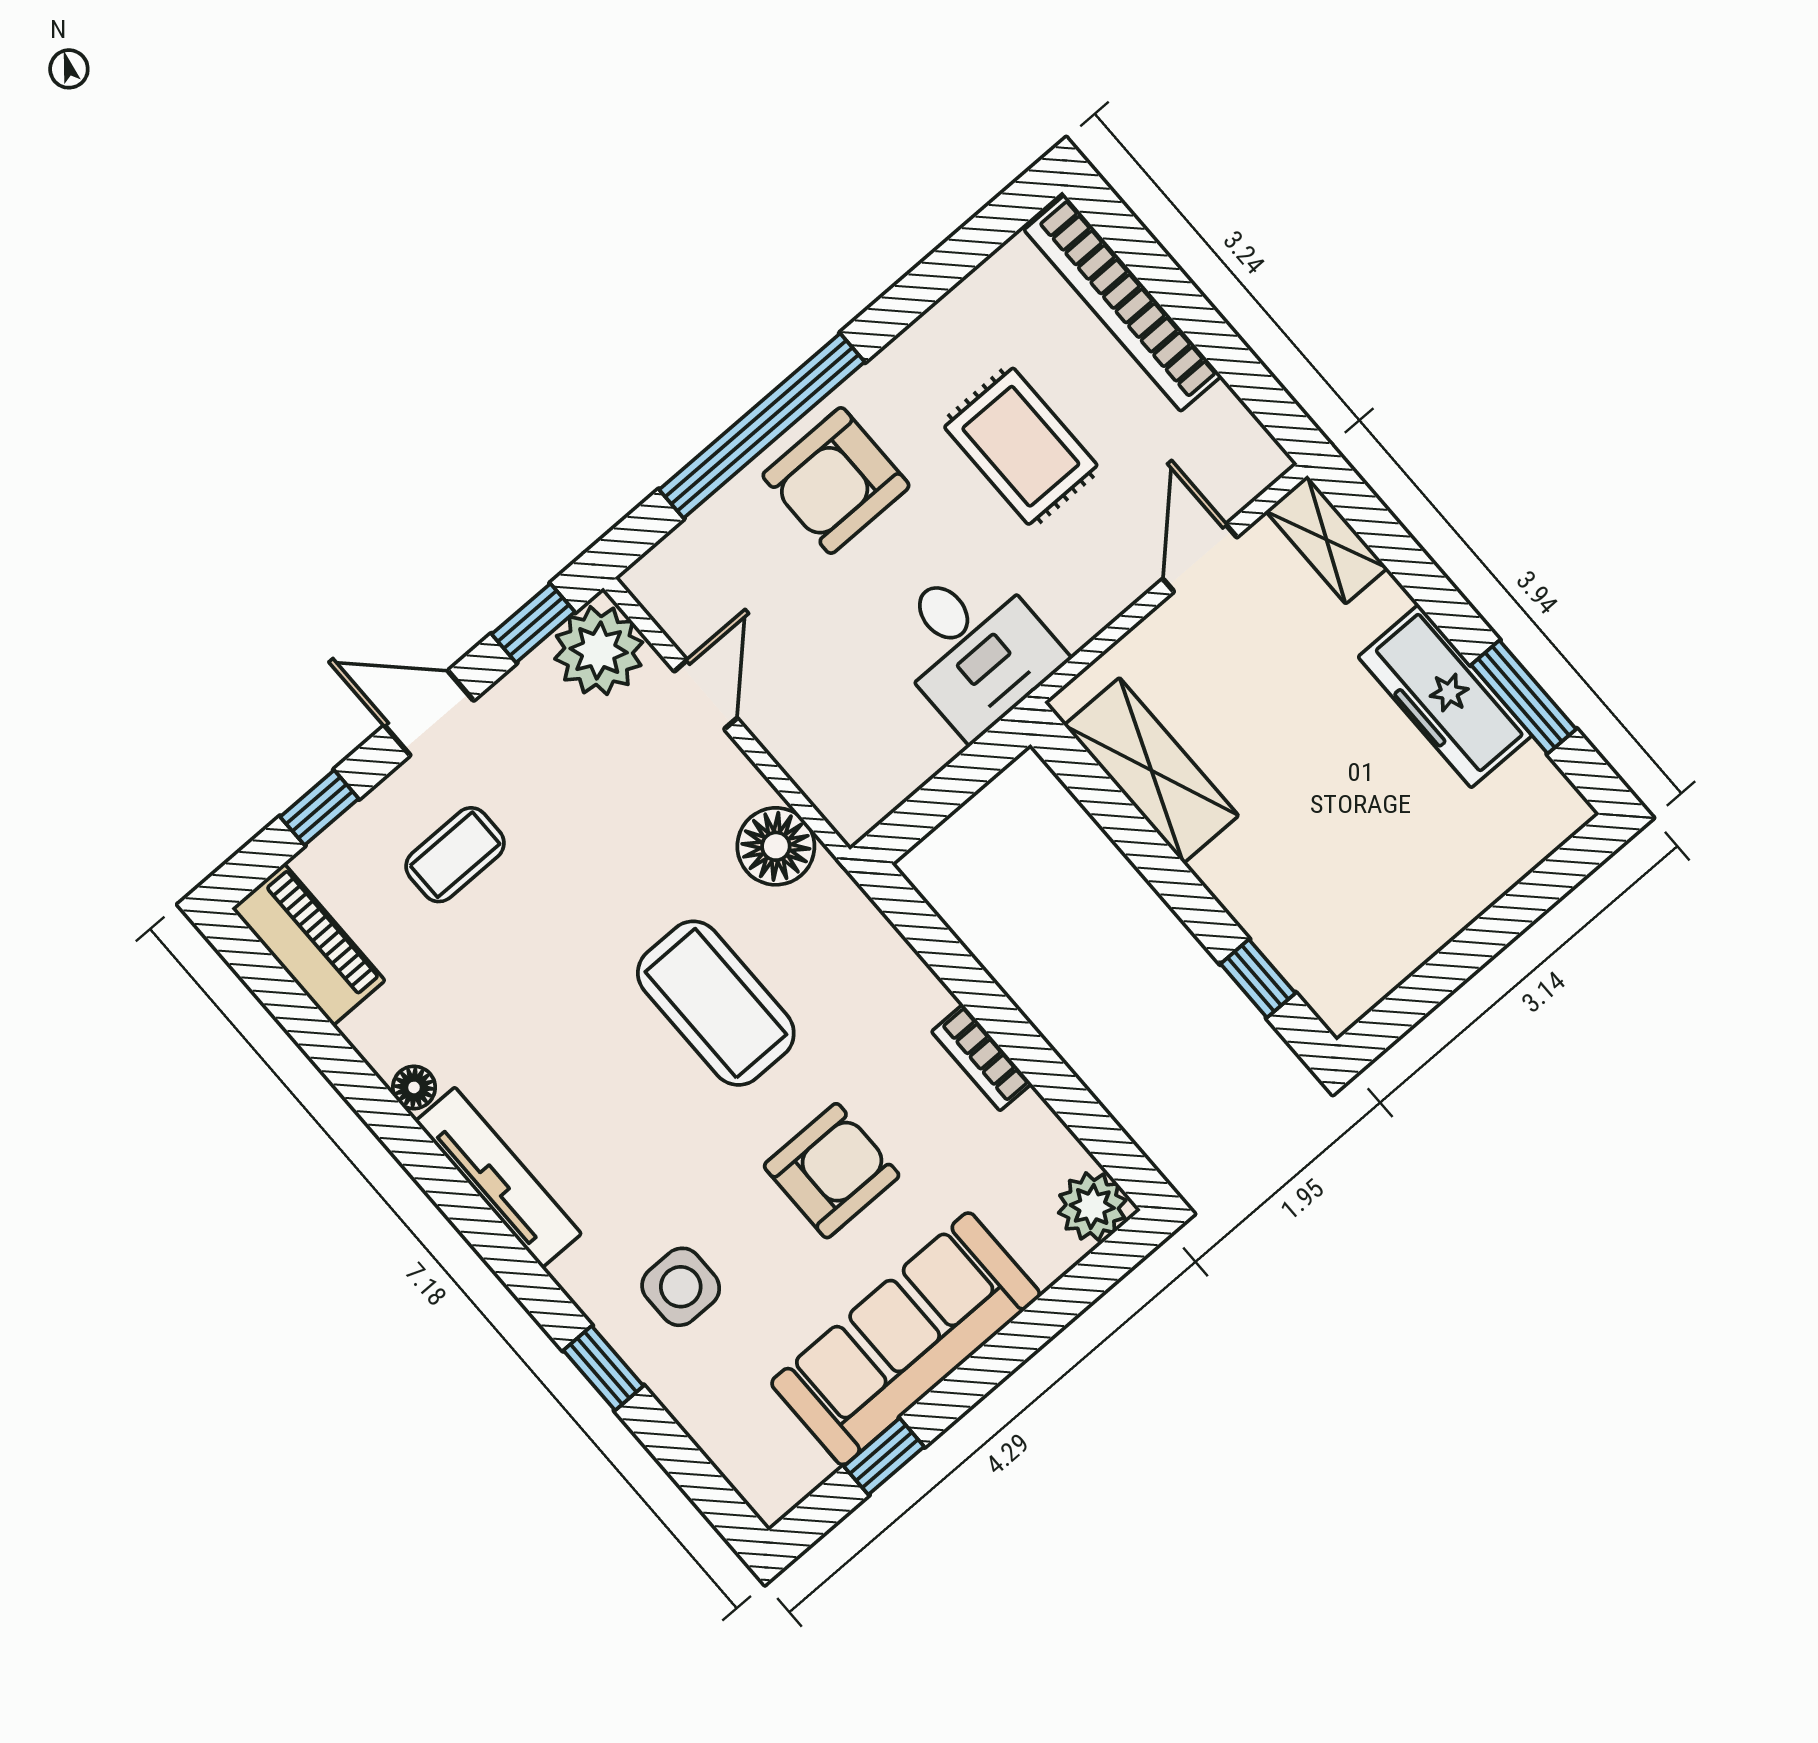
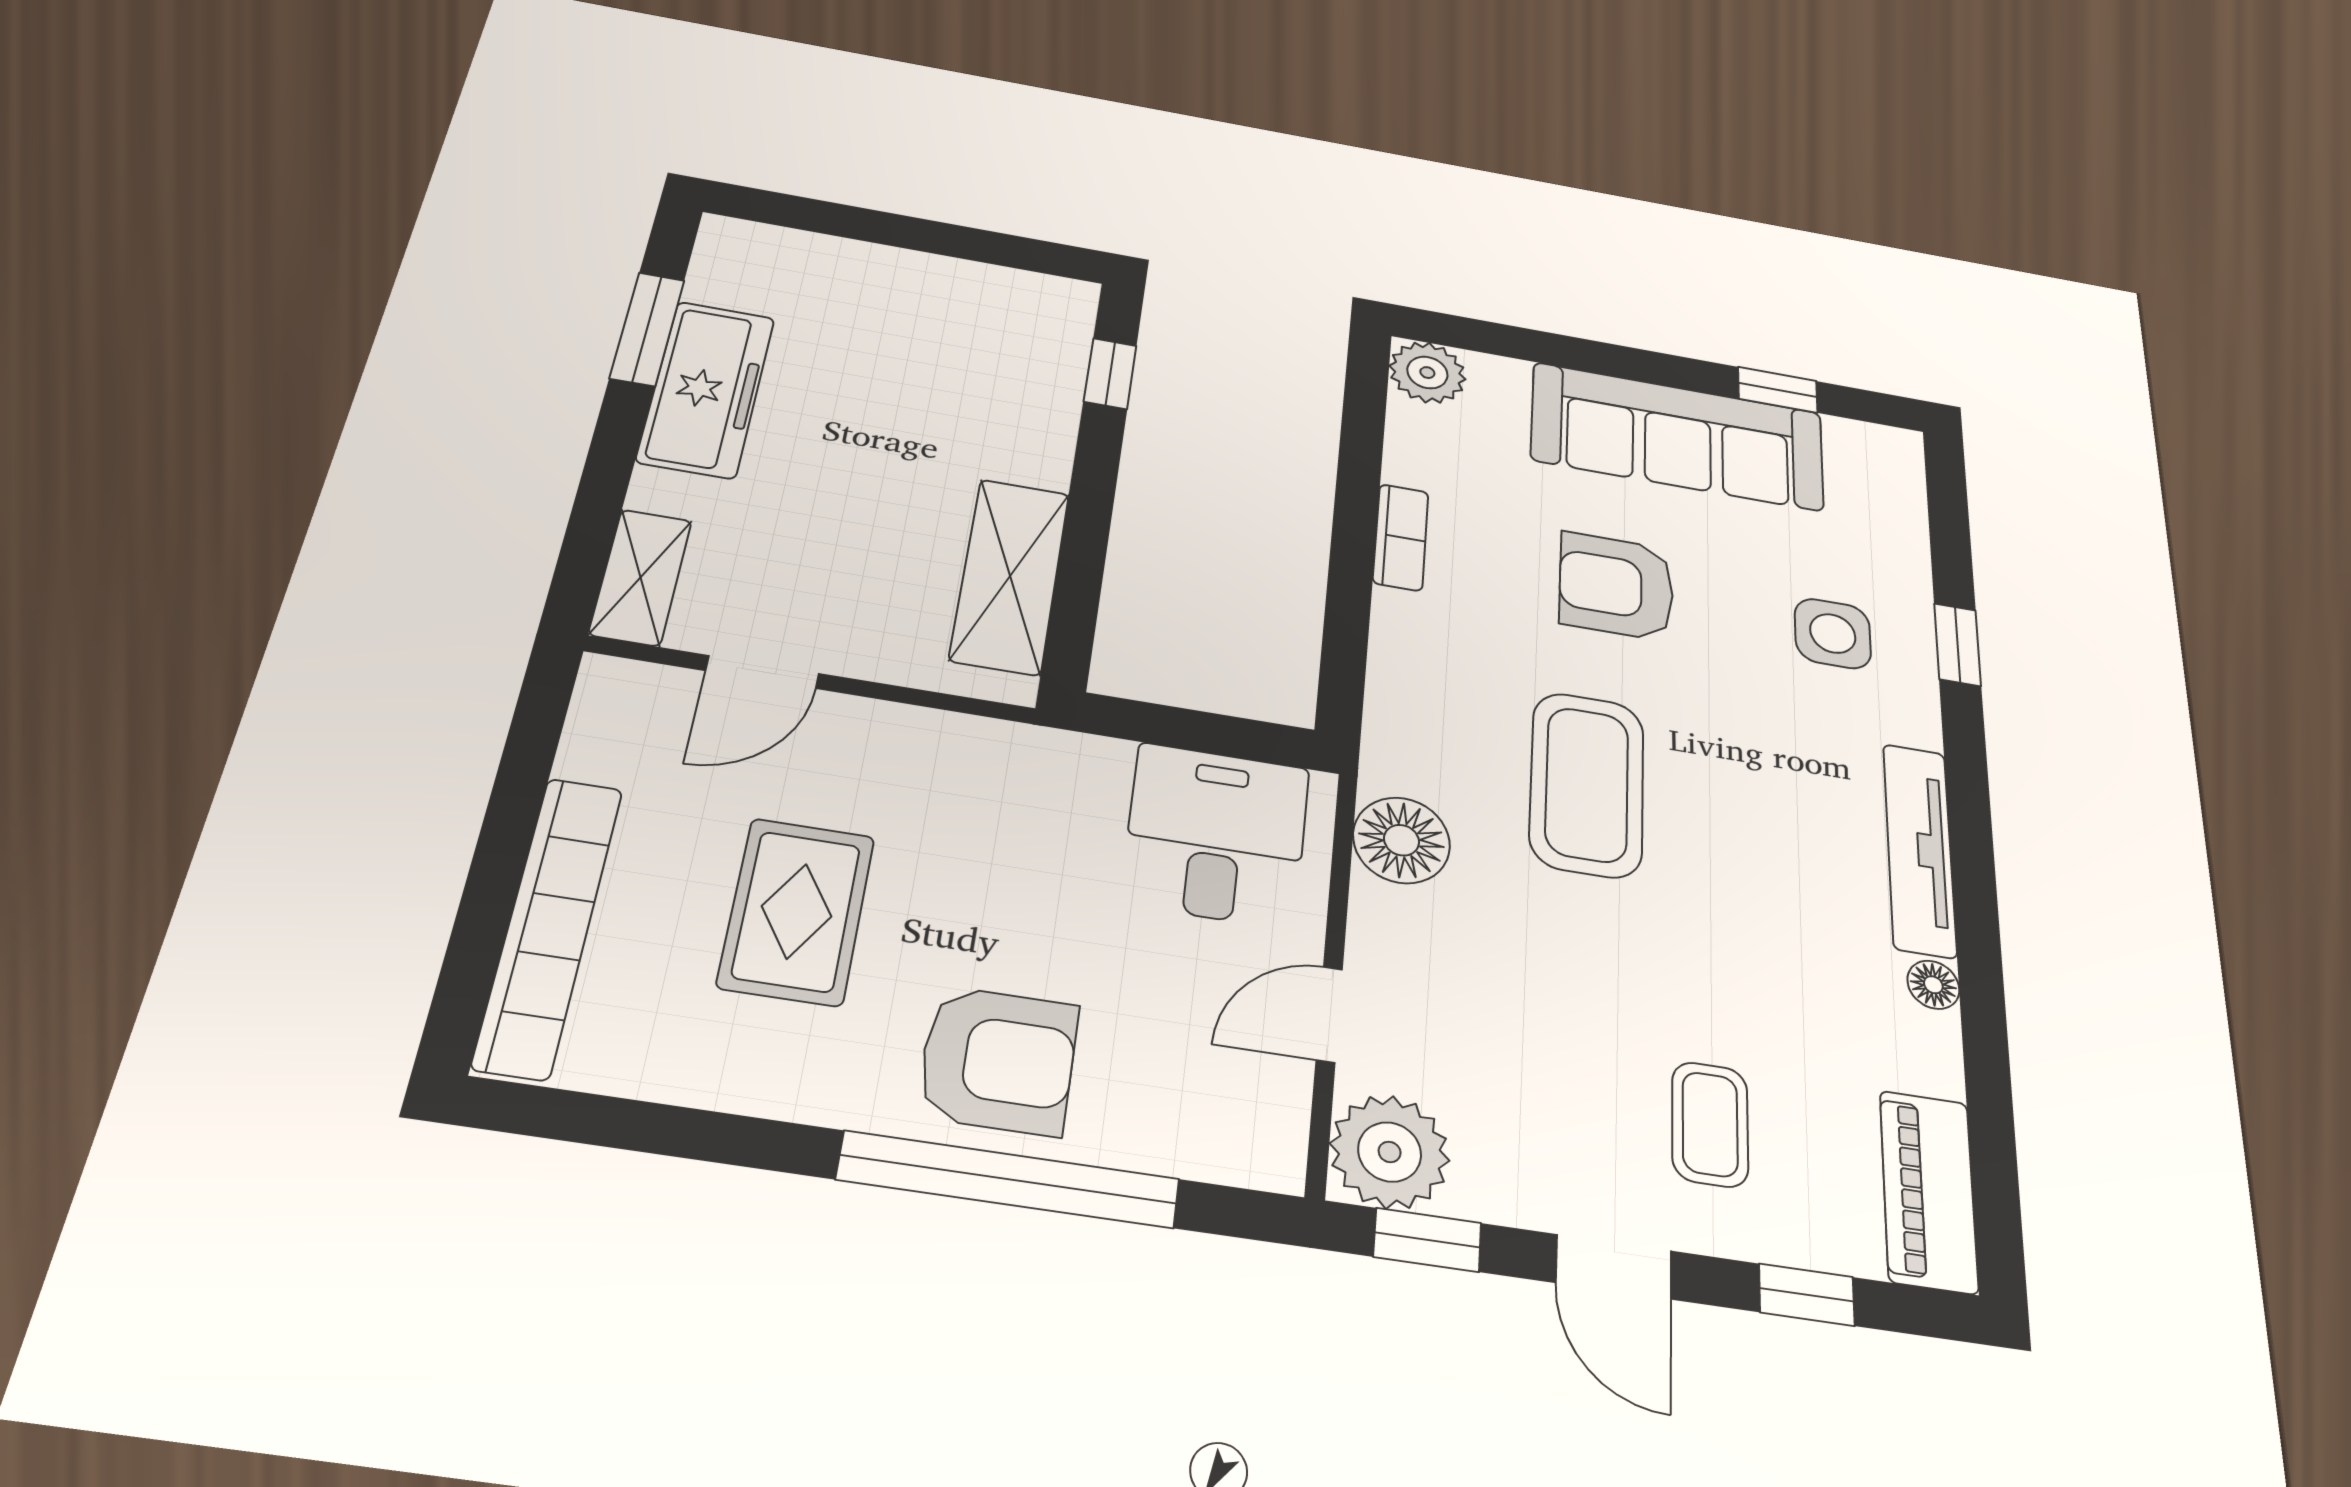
desk: (973, 647) -> (1216, 835), moved
coffee table: (455, 855) -> (1710, 1124), turned 90

